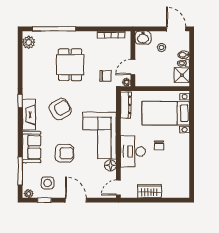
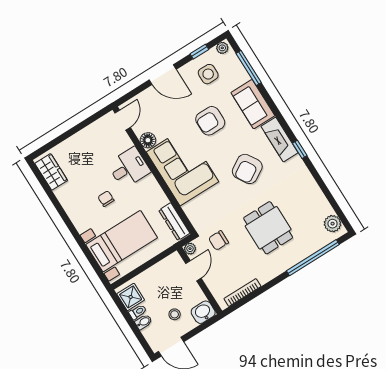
desk: (133, 151) -> (129, 168), width x0.73
wardrobe: (149, 191) -> (51, 172), moved, turned -90

